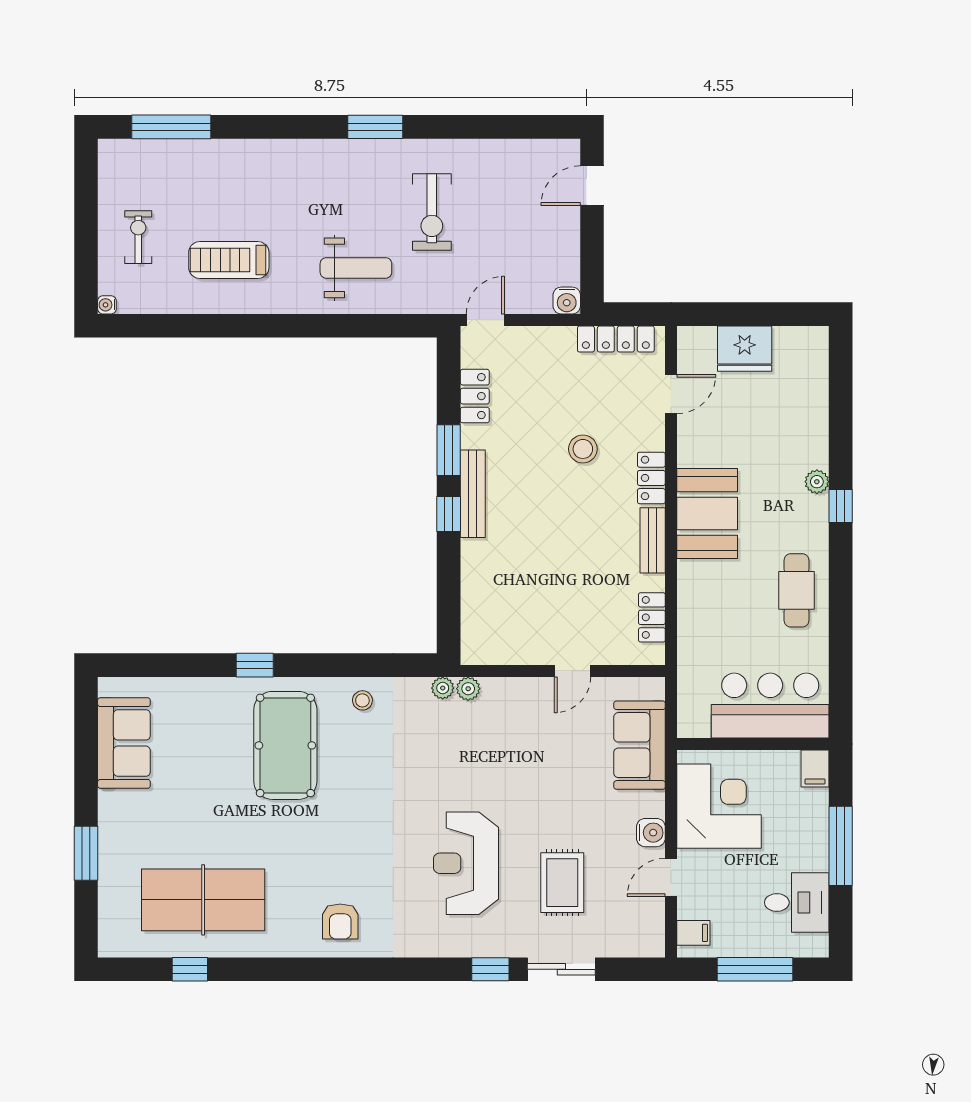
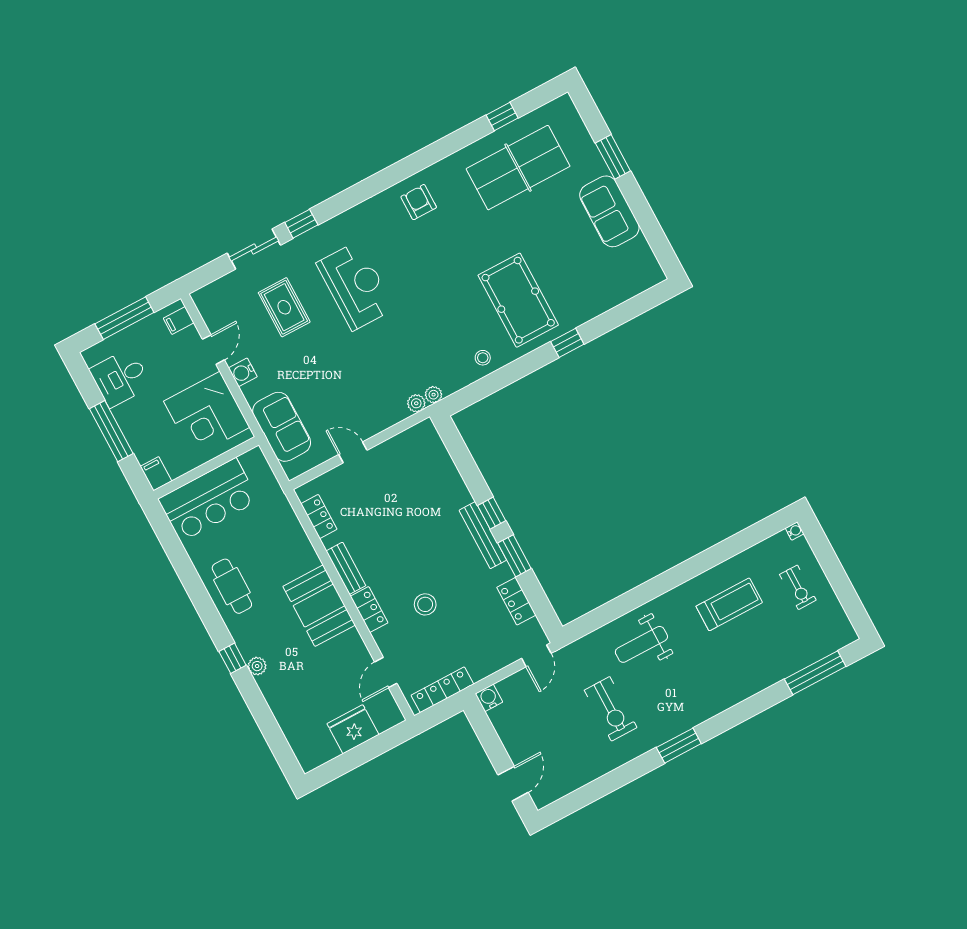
exercise bike: (432, 212) -> (611, 709), turned 180
door: (573, 671) -> (353, 452), hinge flipped
sofa: (124, 743) -> (609, 211), moved

